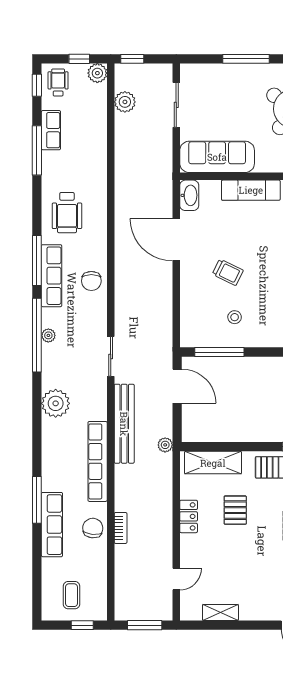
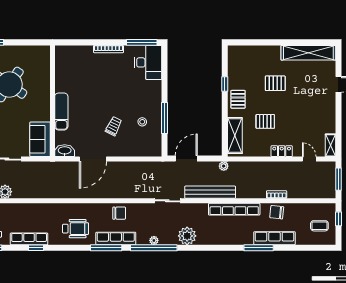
row of seats: (51, 130) -> (29, 239), width x1.48
window: (37, 150) -> (36, 248), width x0.46
sofa: (217, 157) -> (40, 139), width x0.73
window: (219, 352) -> (164, 118), moved
plant: (56, 403) -> (187, 236), moved
locker: (189, 516) -> (282, 151), moved
shelving: (220, 613) -> (331, 145), moved

